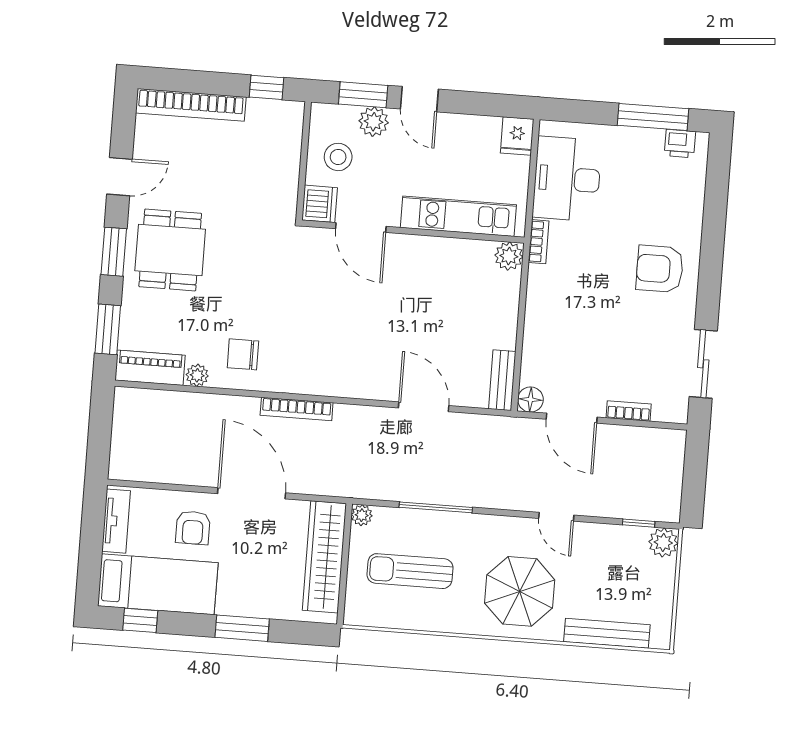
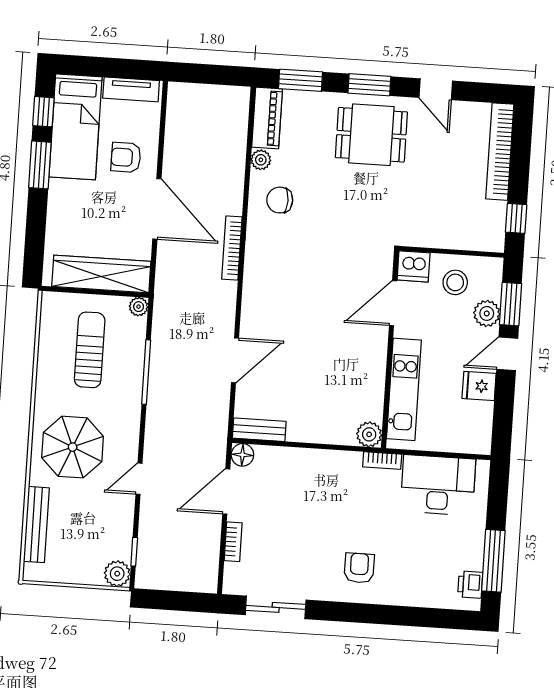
fridge: (517, 136) -> (479, 386), moved
armchair: (660, 269) -> (359, 568), width x0.72, depth x0.72
chair: (243, 354) -> (280, 200), turned -90
door: (252, 493) -> (157, 209), hinge flipped
window: (242, 628) -> (40, 165), moved

